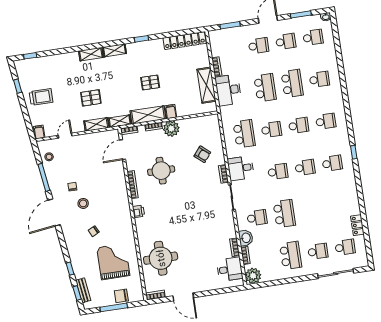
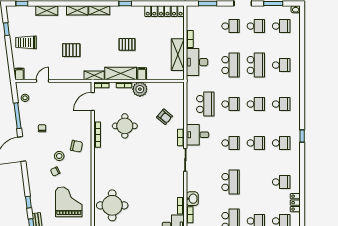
trolley: (41, 97) -> (26, 42), turned 180
shelving: (96, 124) -> (47, 10), moved
chair: (112, 200) -> (76, 146), added
stool: (83, 203) -> (59, 156), moved
printer: (139, 211) -> (99, 160), removed
school desk: (257, 218) -> (281, 182), moved

